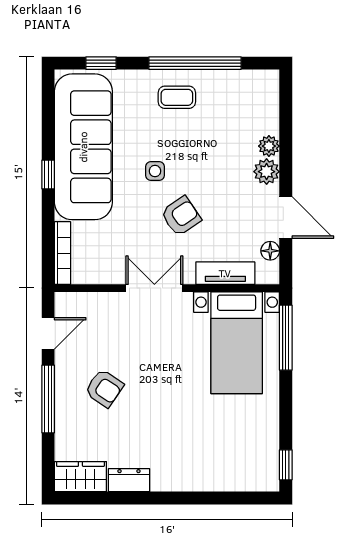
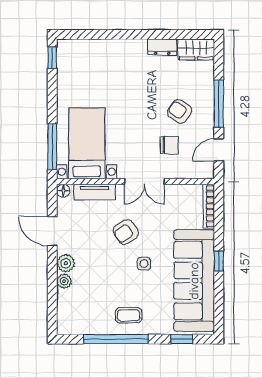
floor lamp: (270, 251) -> (63, 191), moved
chair: (119, 340) -> (169, 145), added

